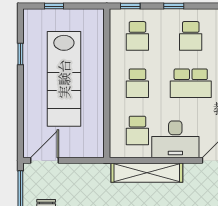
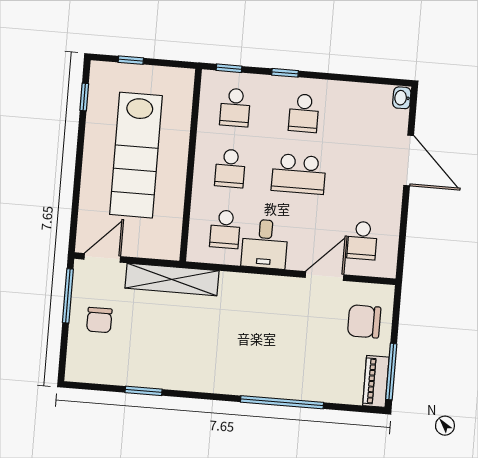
window: (20, 54) -> (84, 97), moved
desk: (175, 139) -> (265, 244), width x0.73
shelving: (147, 173) -> (172, 279), moved

